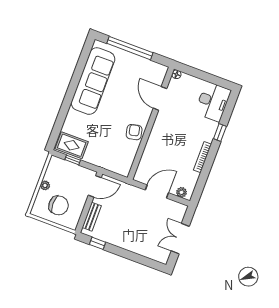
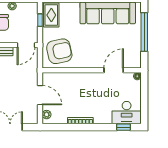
armchair: (134, 132) -> (59, 51), moved, width x1.88, depth x1.88
window: (220, 133) -> (124, 127), moved
door: (95, 186) -> (26, 45), hinge flipped

